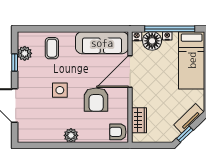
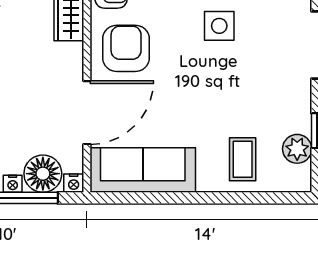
side table: (60, 90) -> (219, 26), moved
armchair: (96, 100) -> (126, 48), moved

